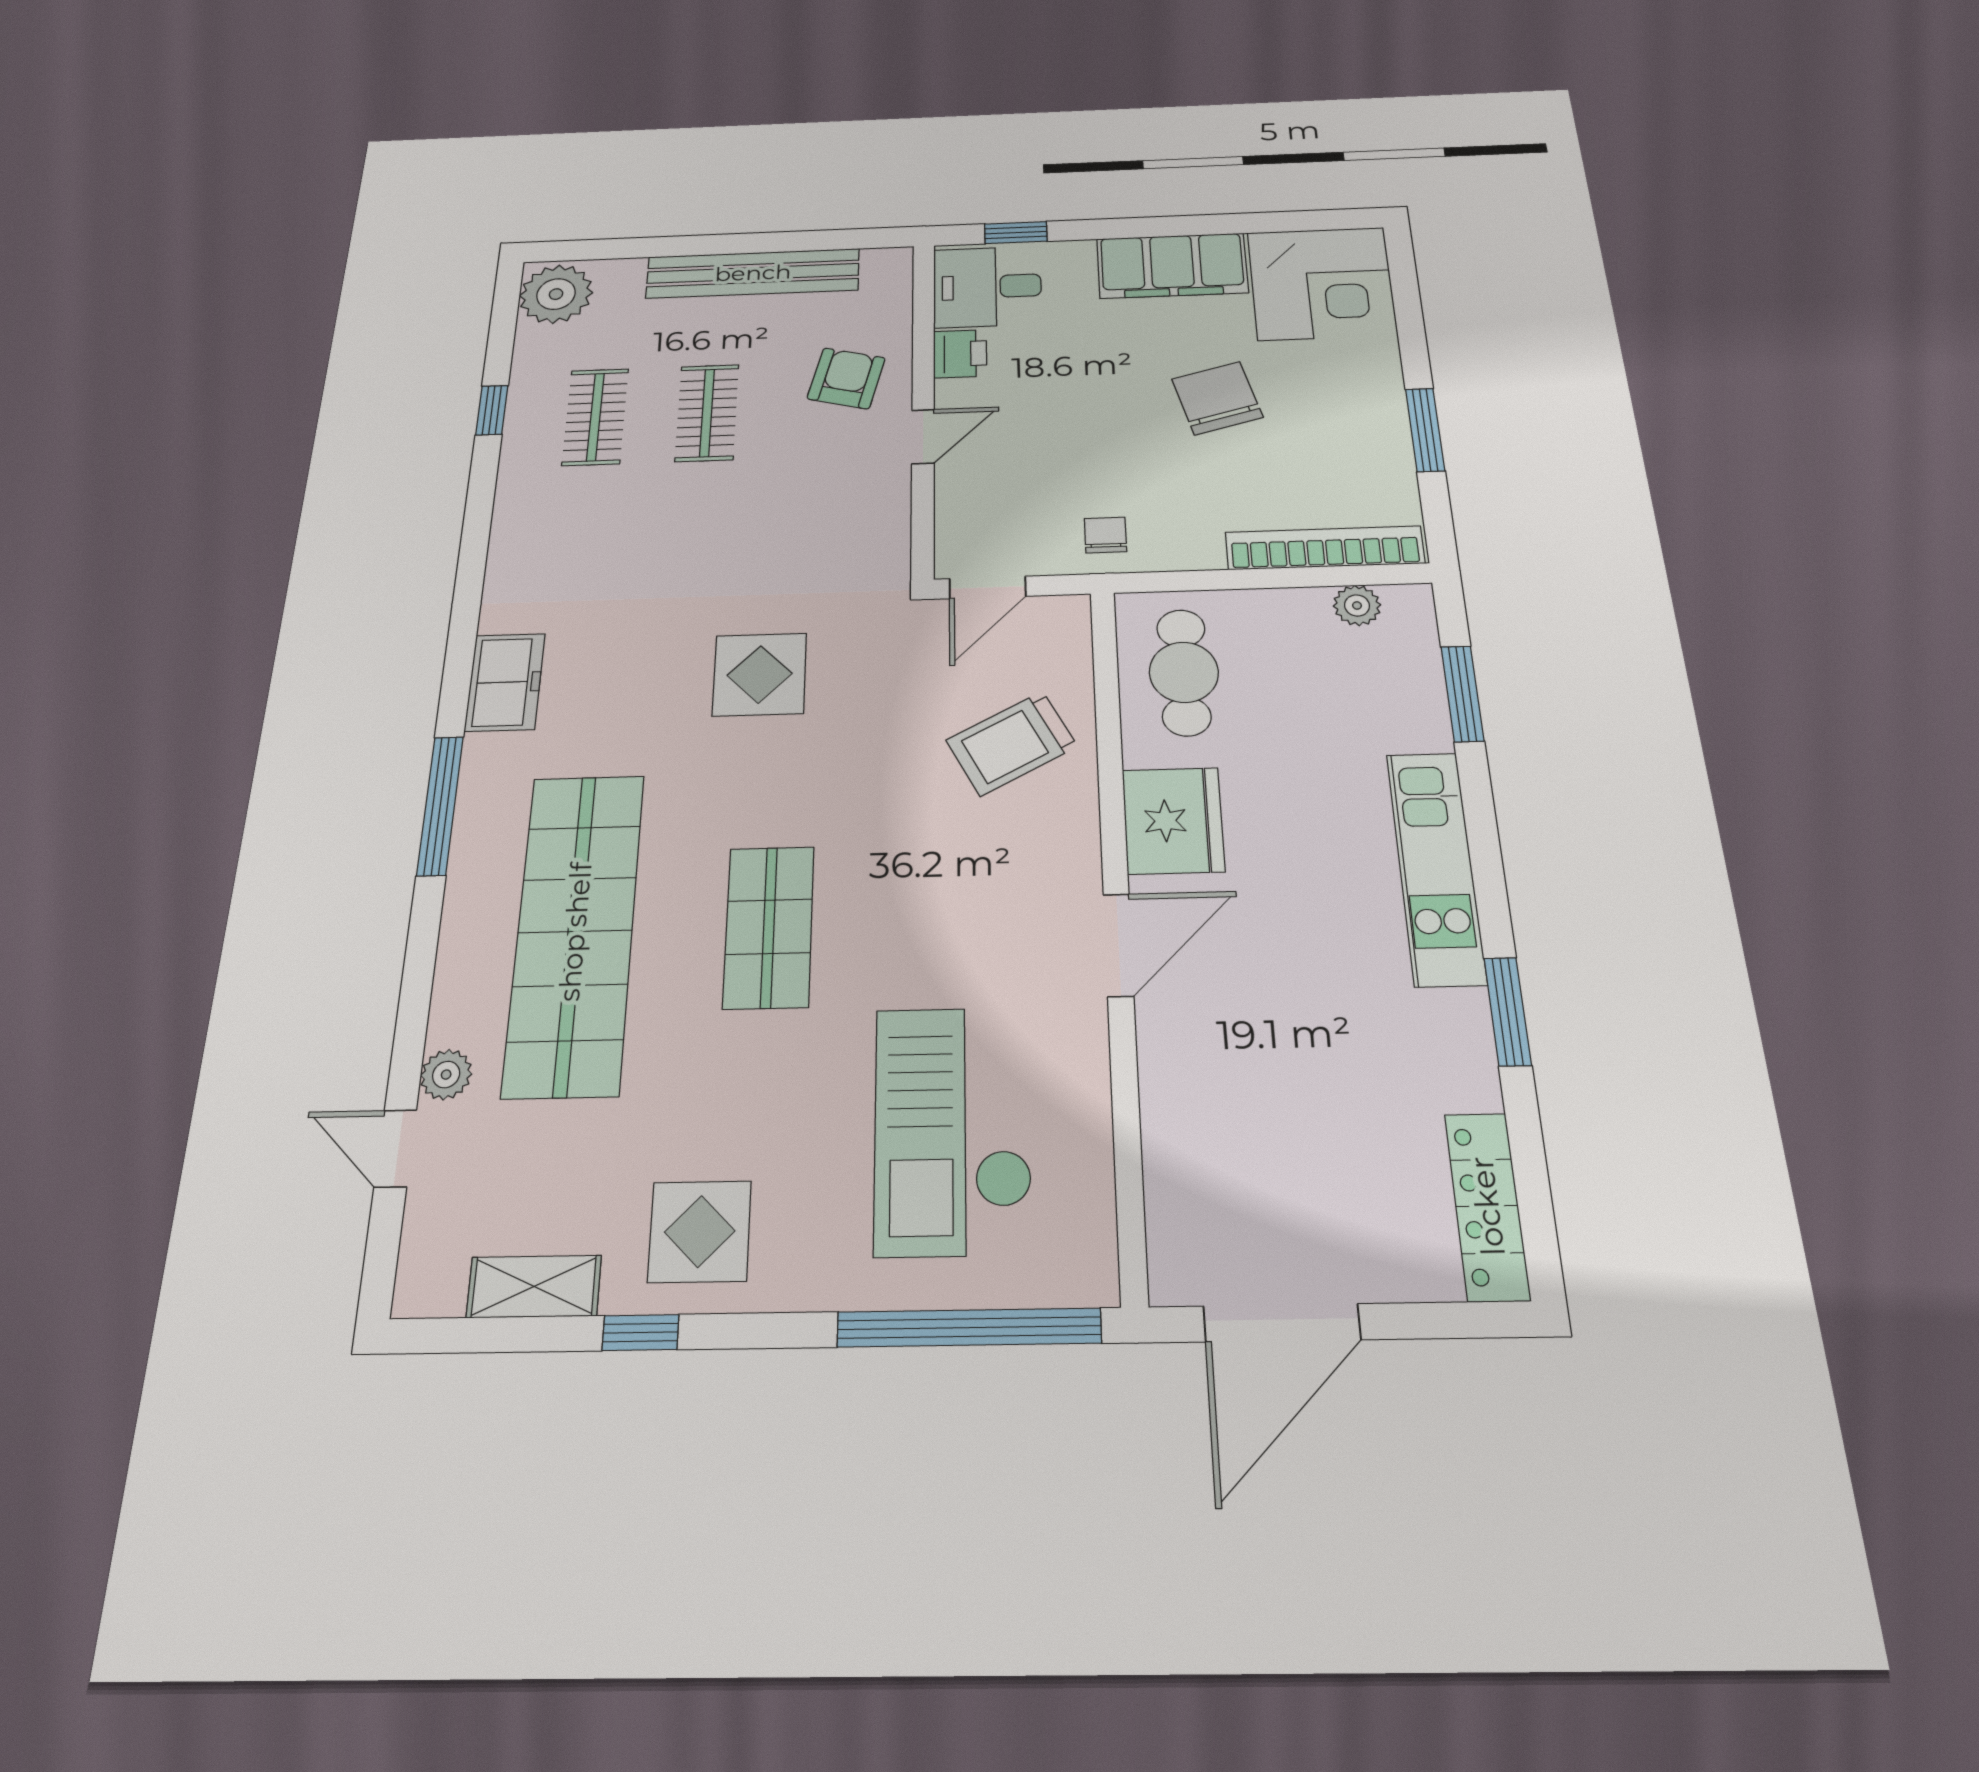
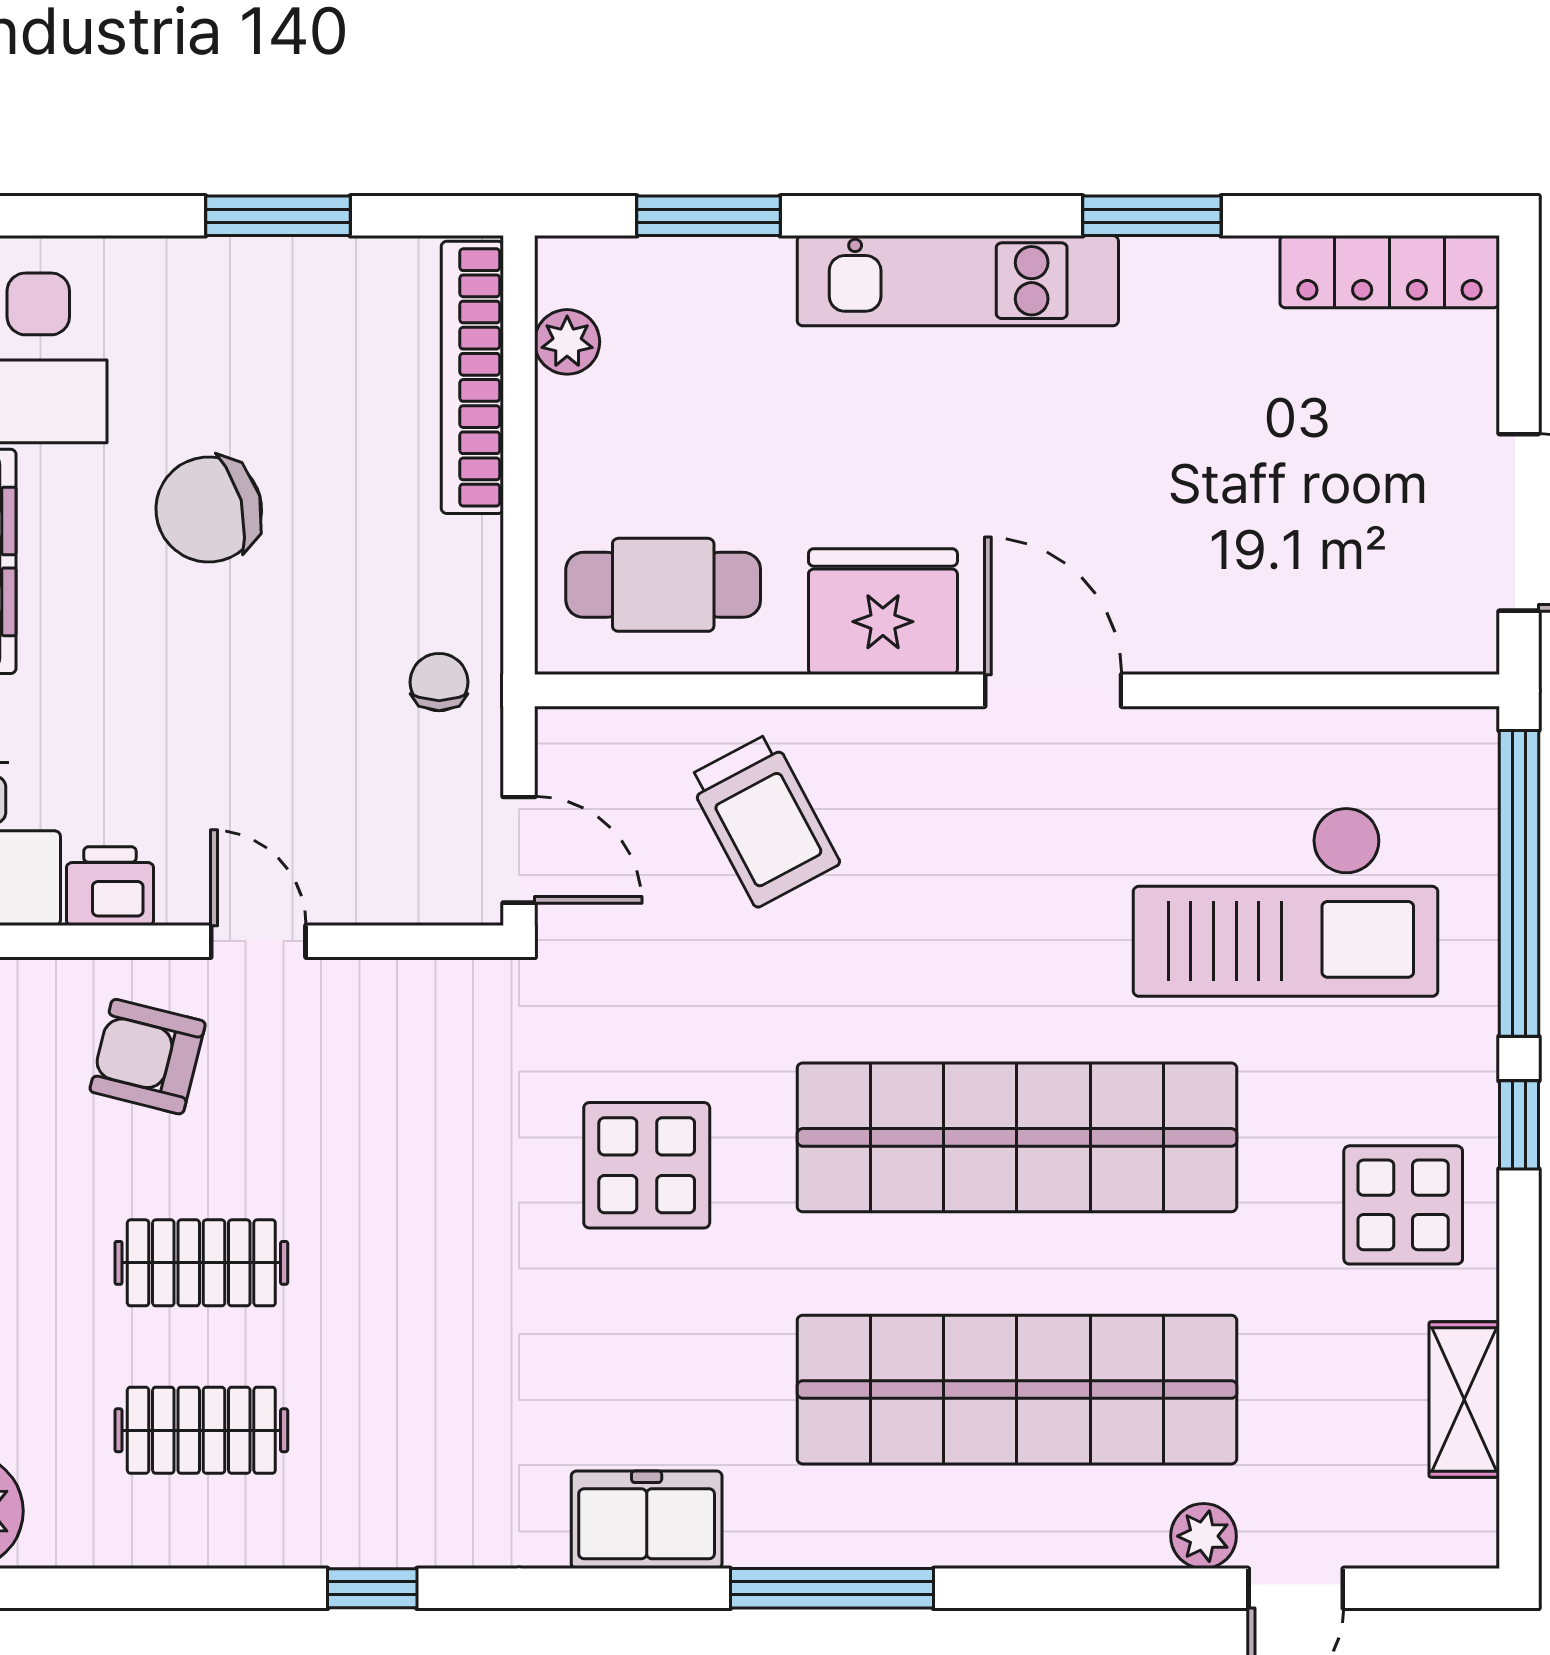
window: (492, 410) -> (372, 1588), moved
chair: (1105, 535) -> (439, 682), turned 90
shop shelf: (769, 927) -> (1017, 1137), width x2.00, depth x1.36
window: (641, 1333) -> (1519, 1125), moved

